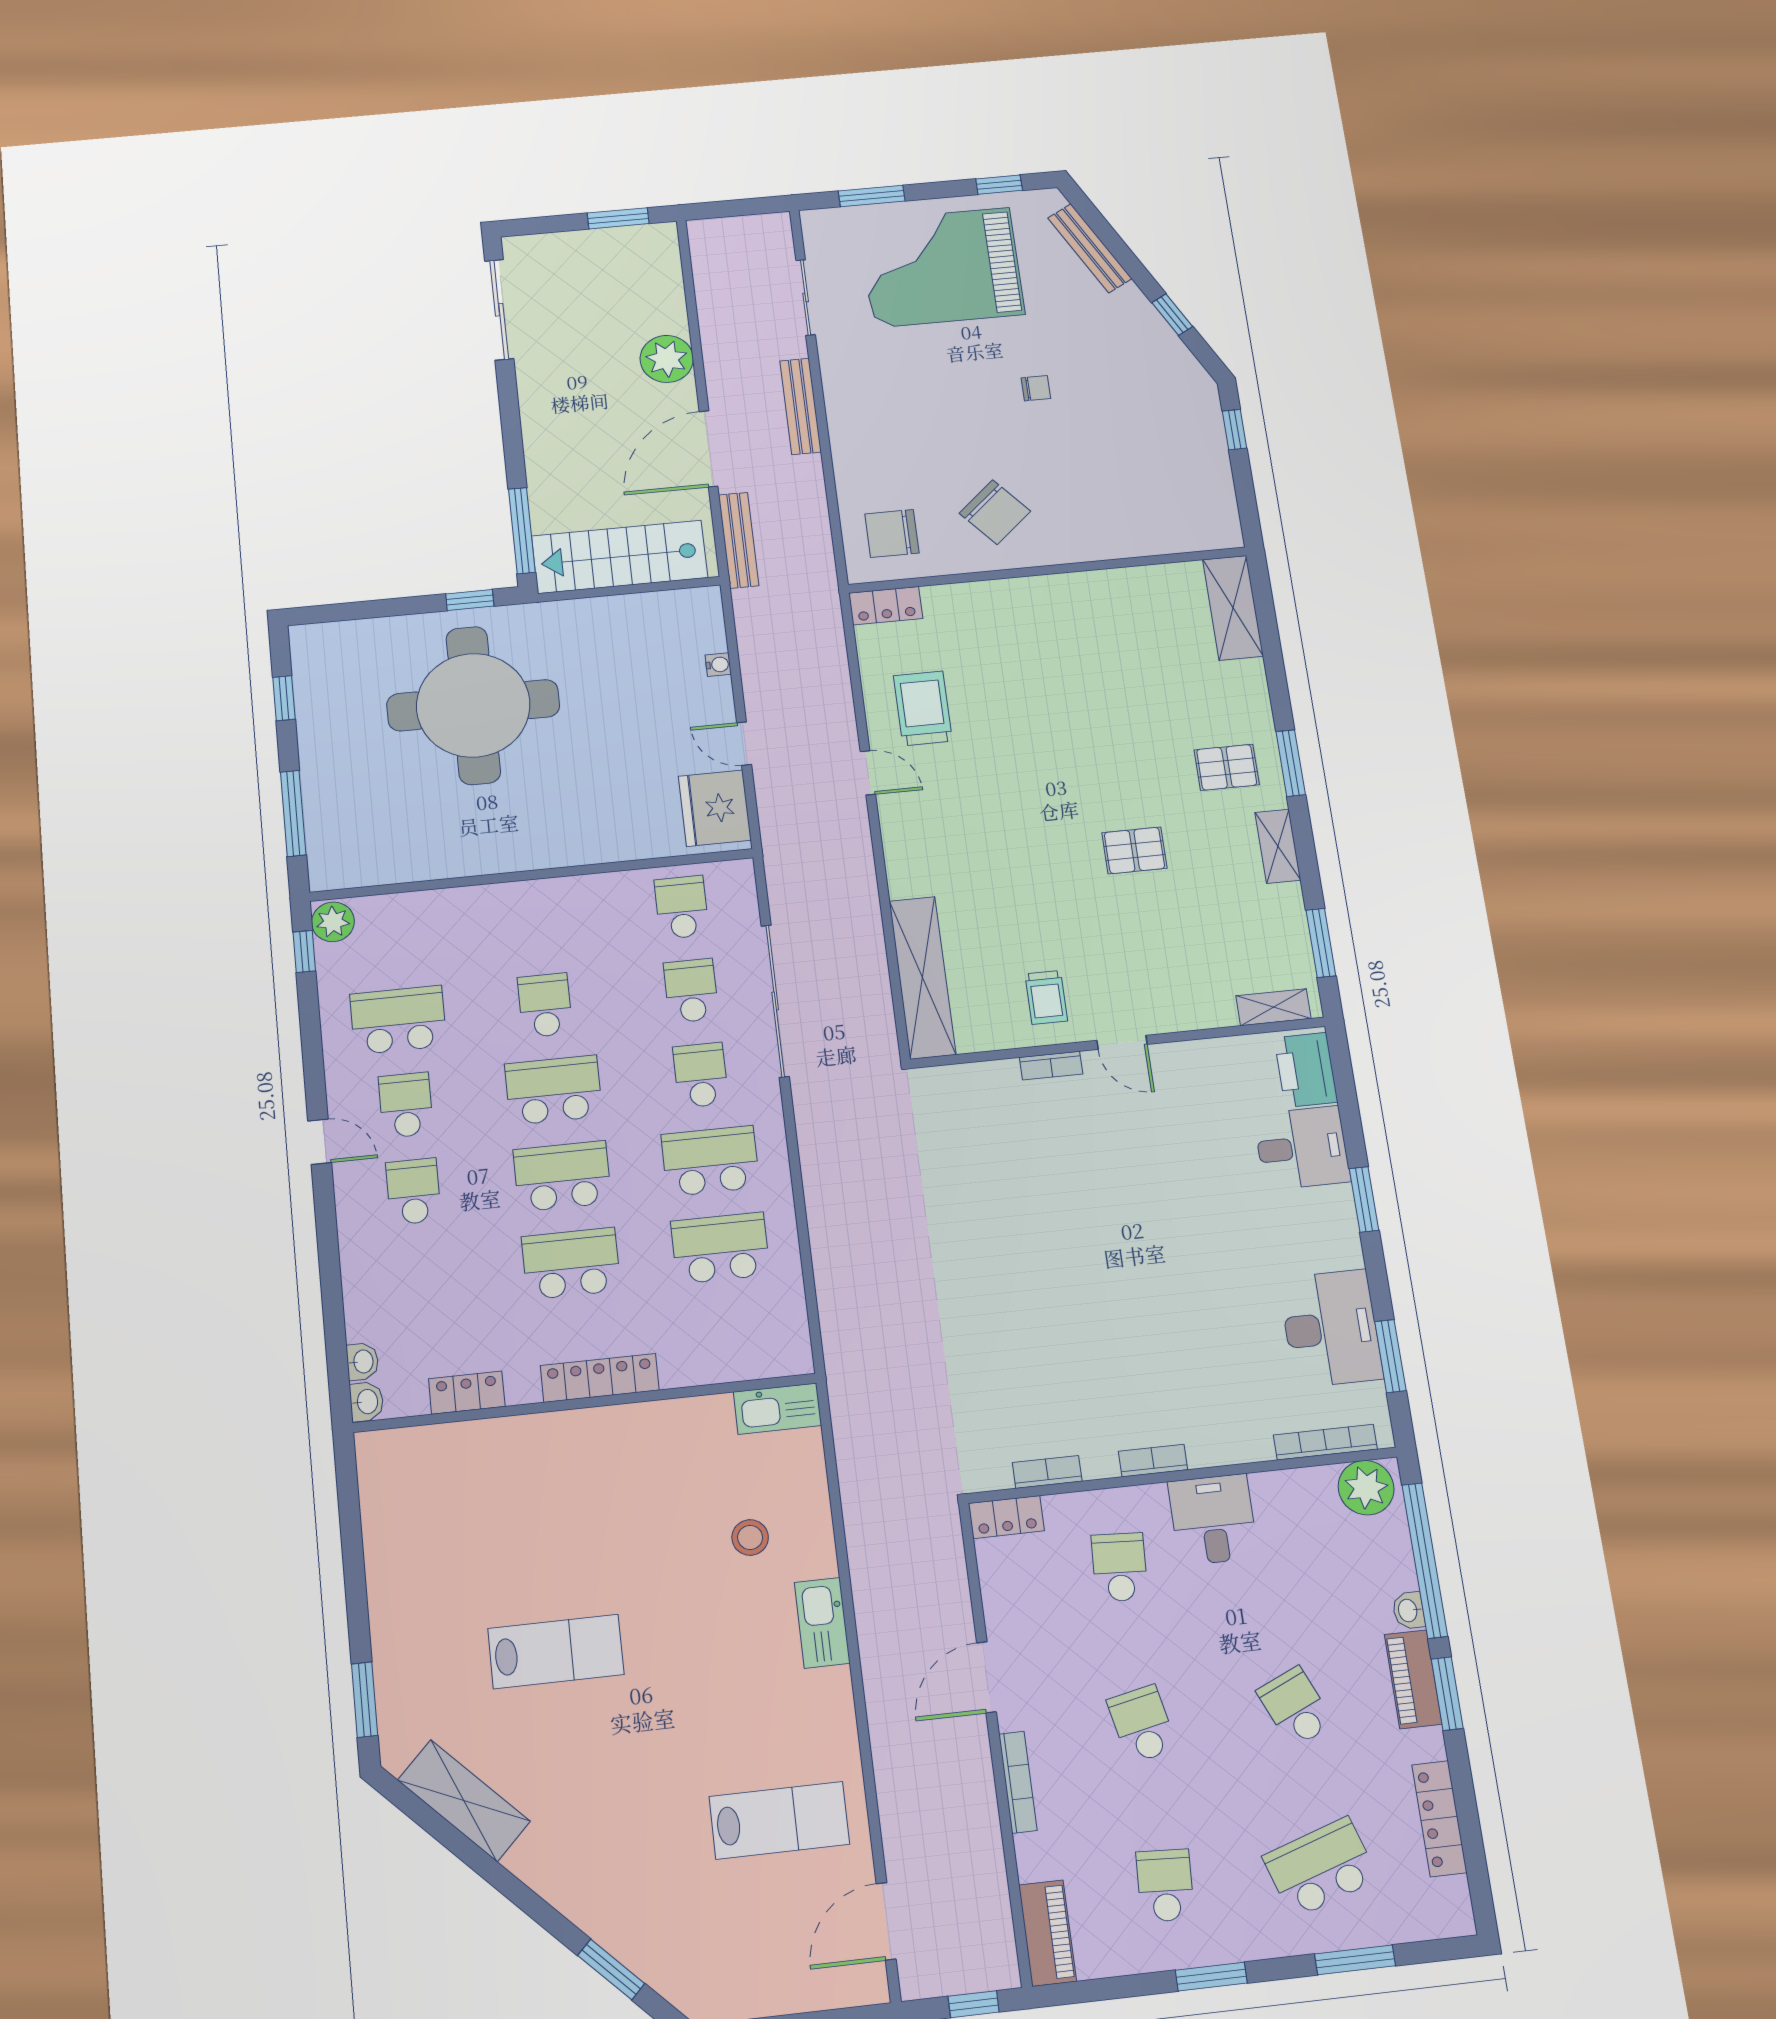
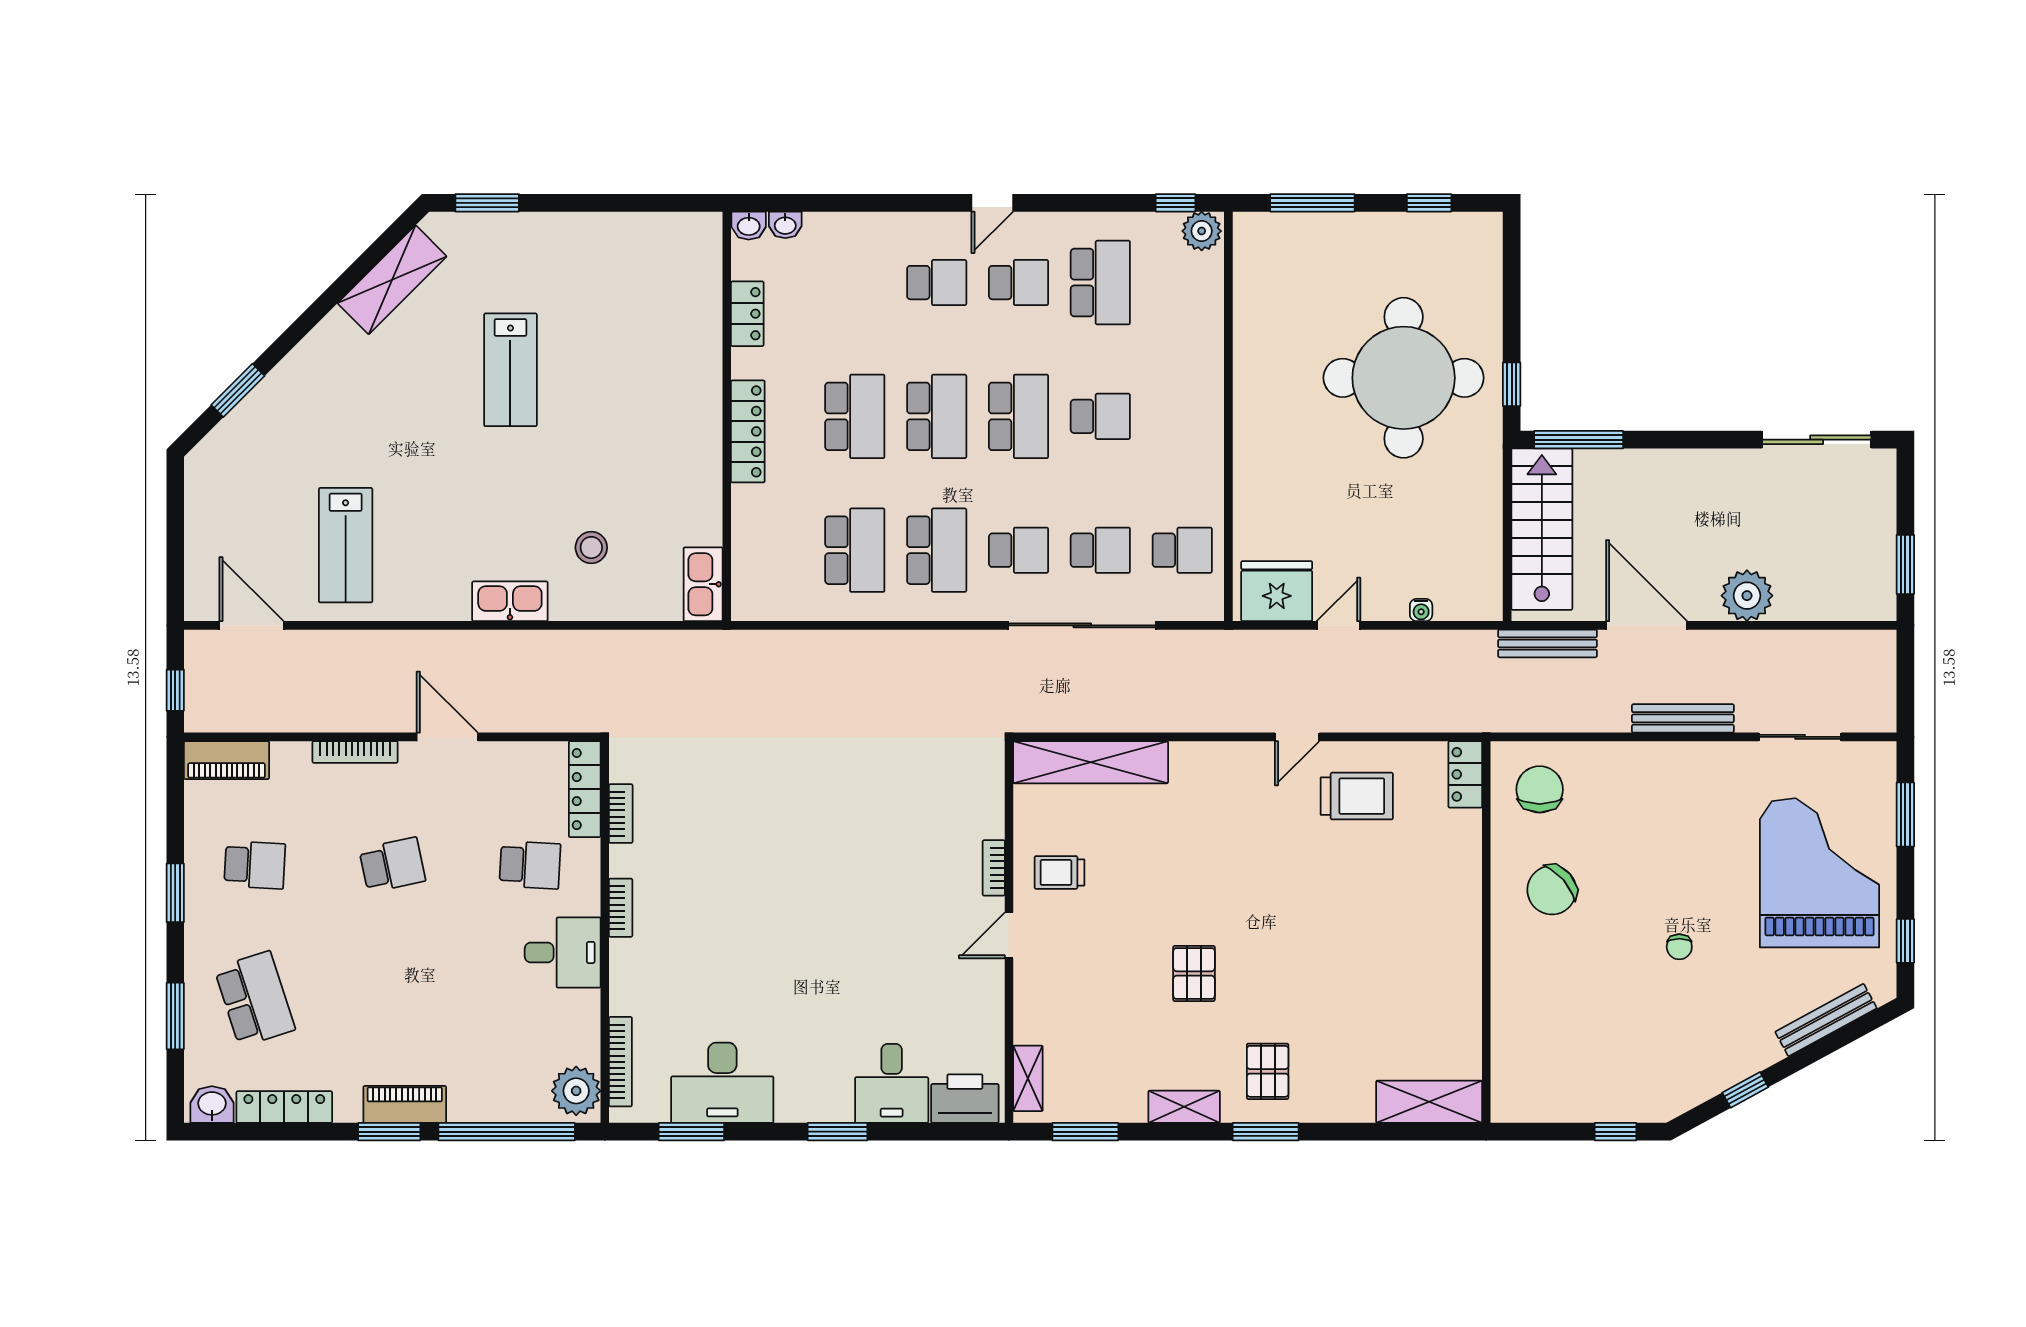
locker: (1006, 1517) -> (585, 789), width x1.53
washbasin: (1409, 1610) -> (212, 1105), moved, width x1.38, depth x1.45
school desk: (1295, 1707) -> (392, 999), removed

